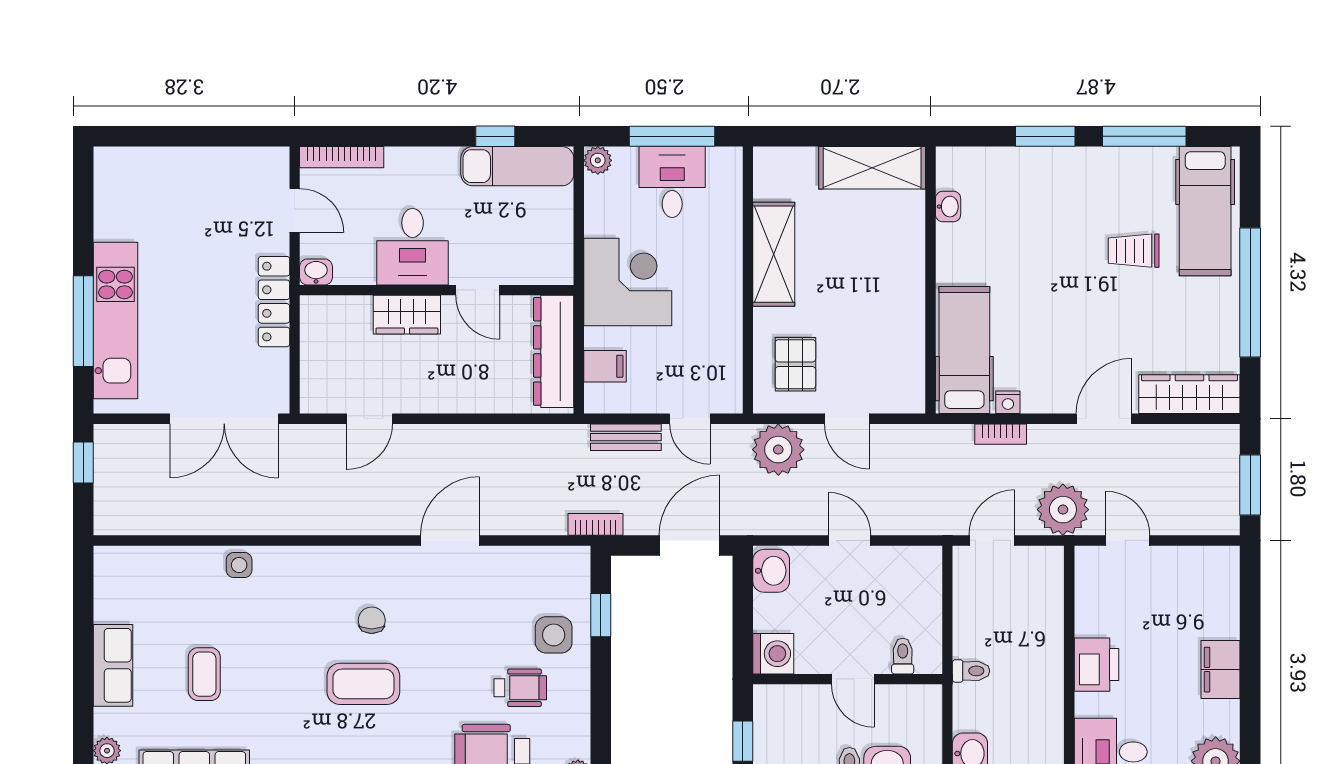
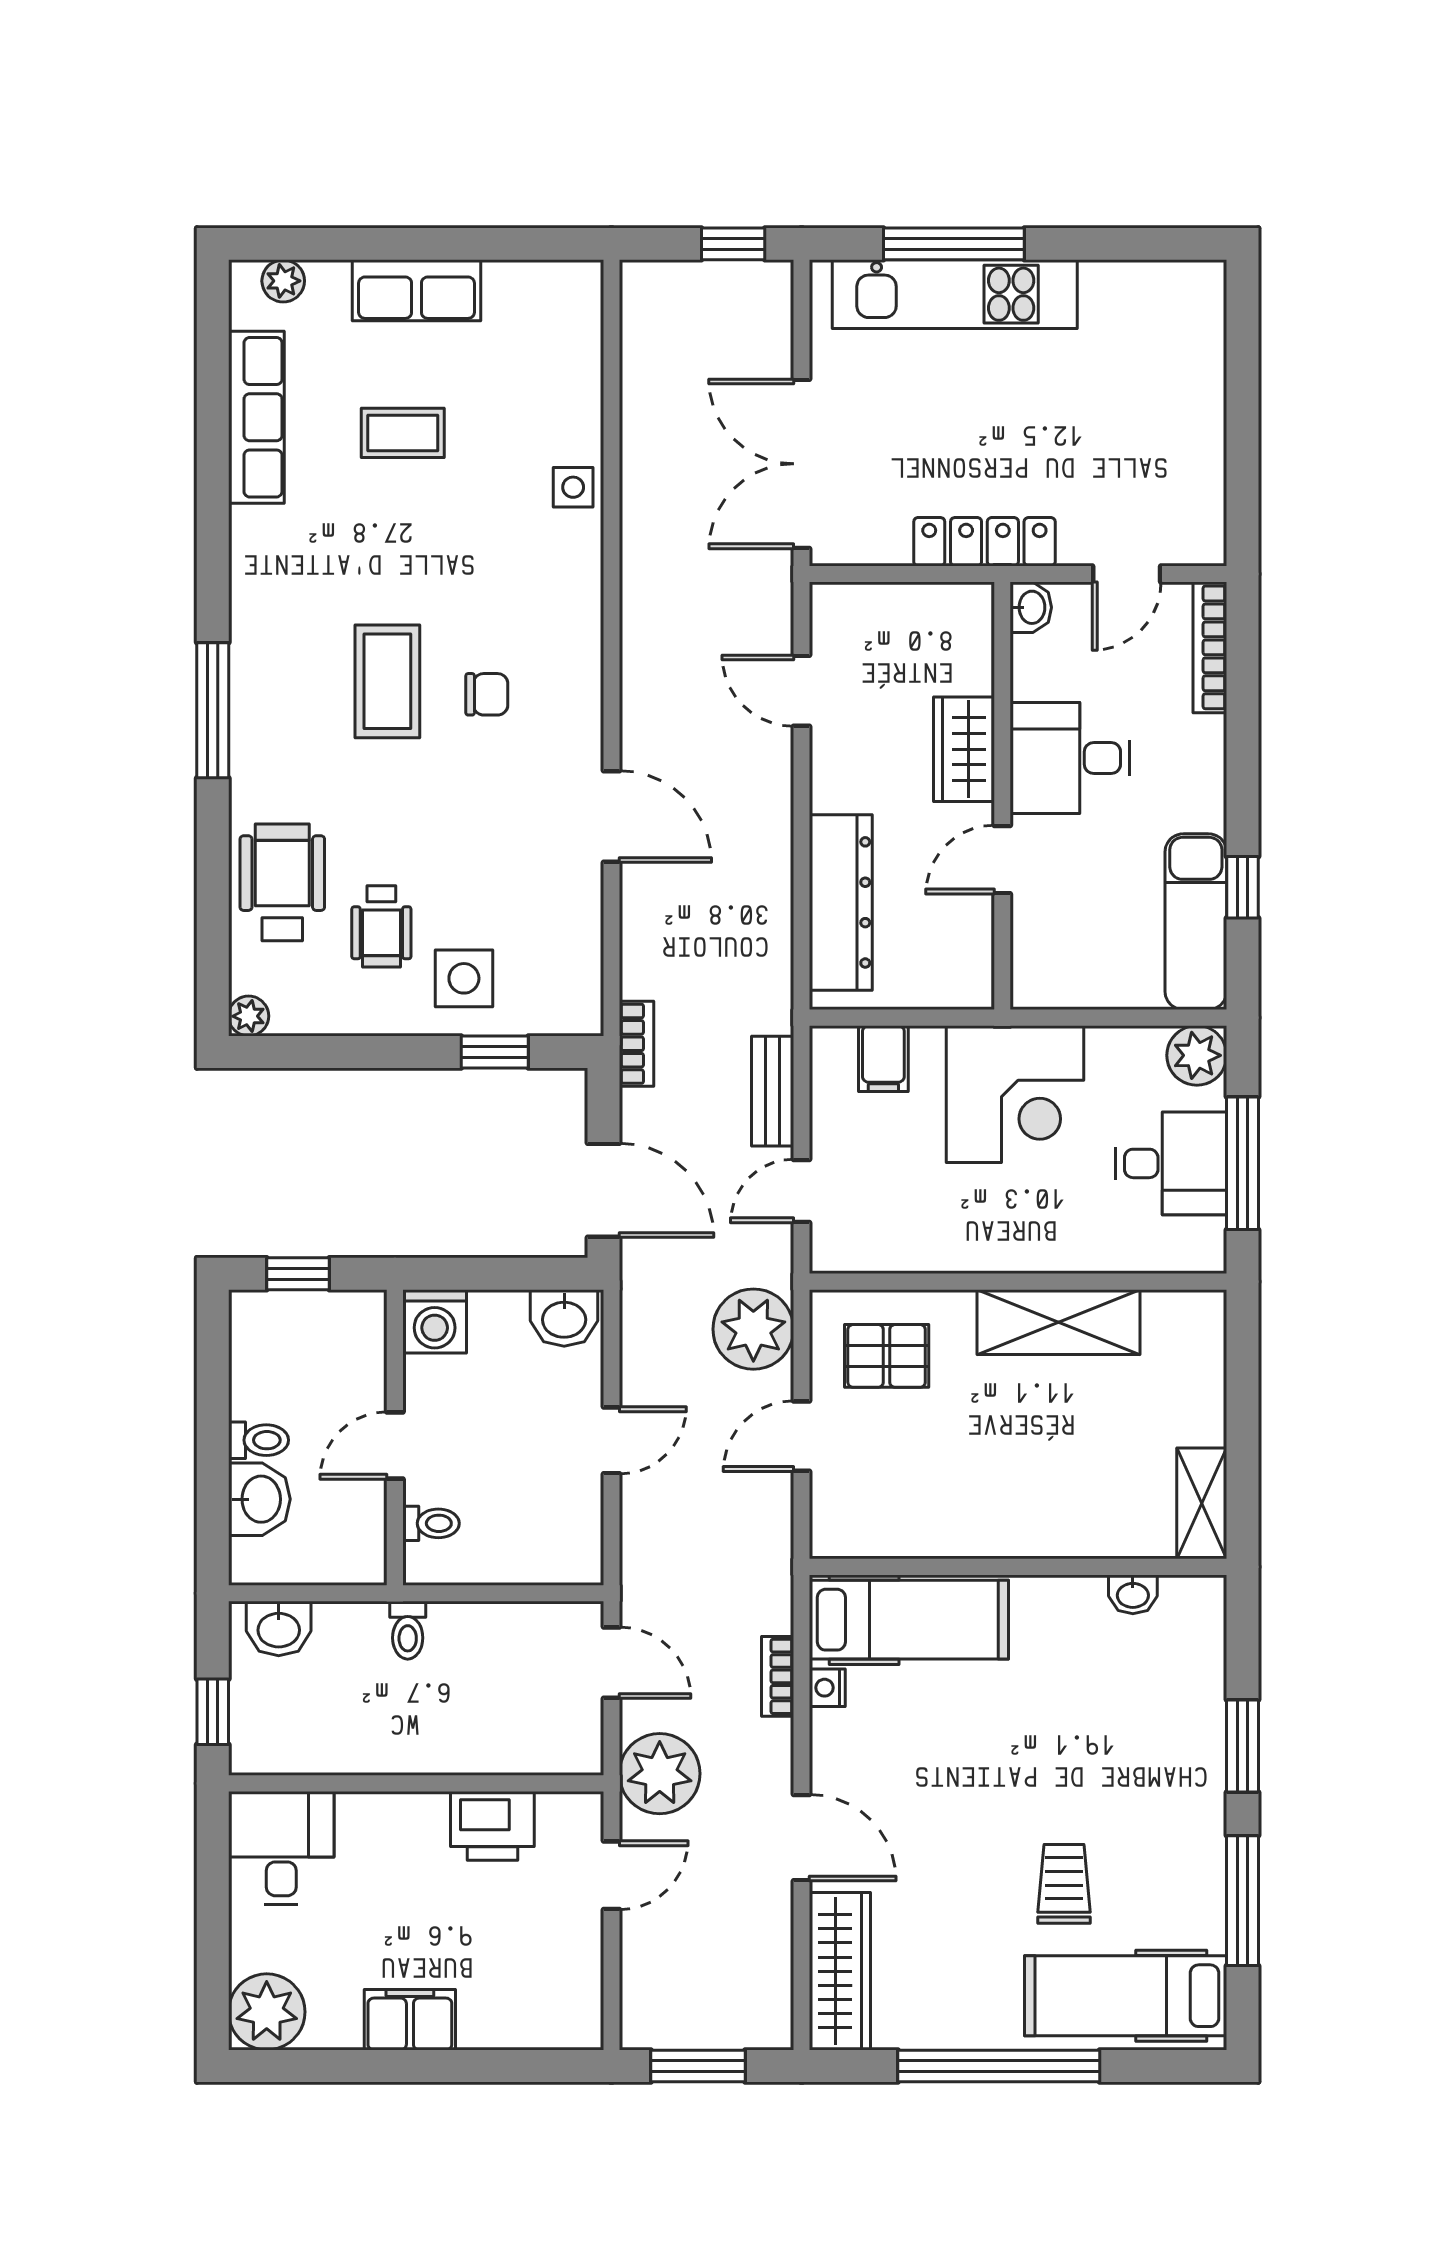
plant: (598, 160) -> (1197, 1055), width x1.38, depth x1.38
shelving: (872, 168) -> (1202, 1503), width x0.67, depth x0.75
dresser: (554, 351) -> (841, 902), moved, turned 90
printer: (1096, 665) -> (492, 1826), moved

